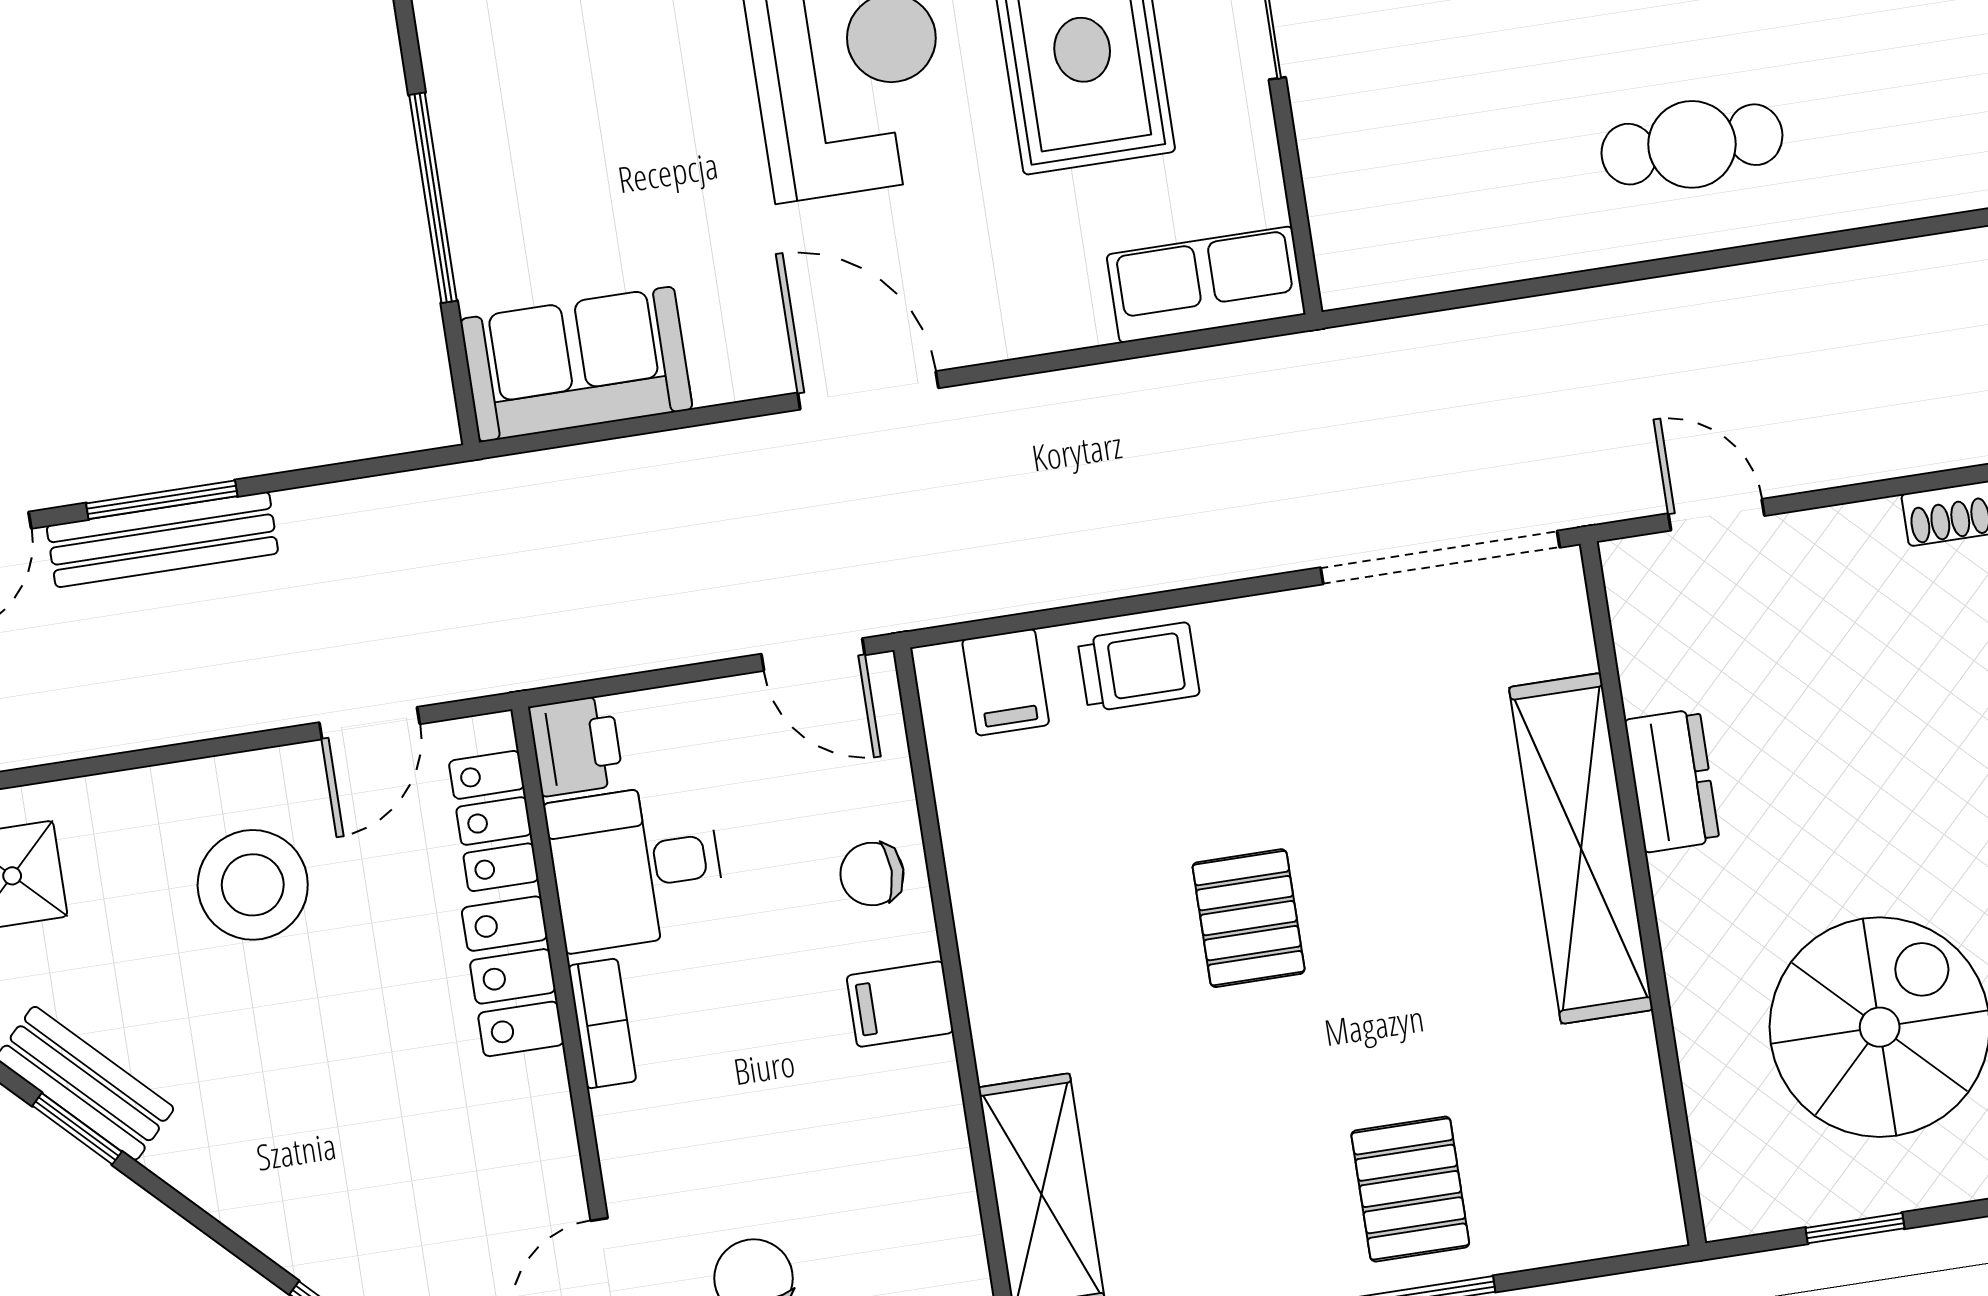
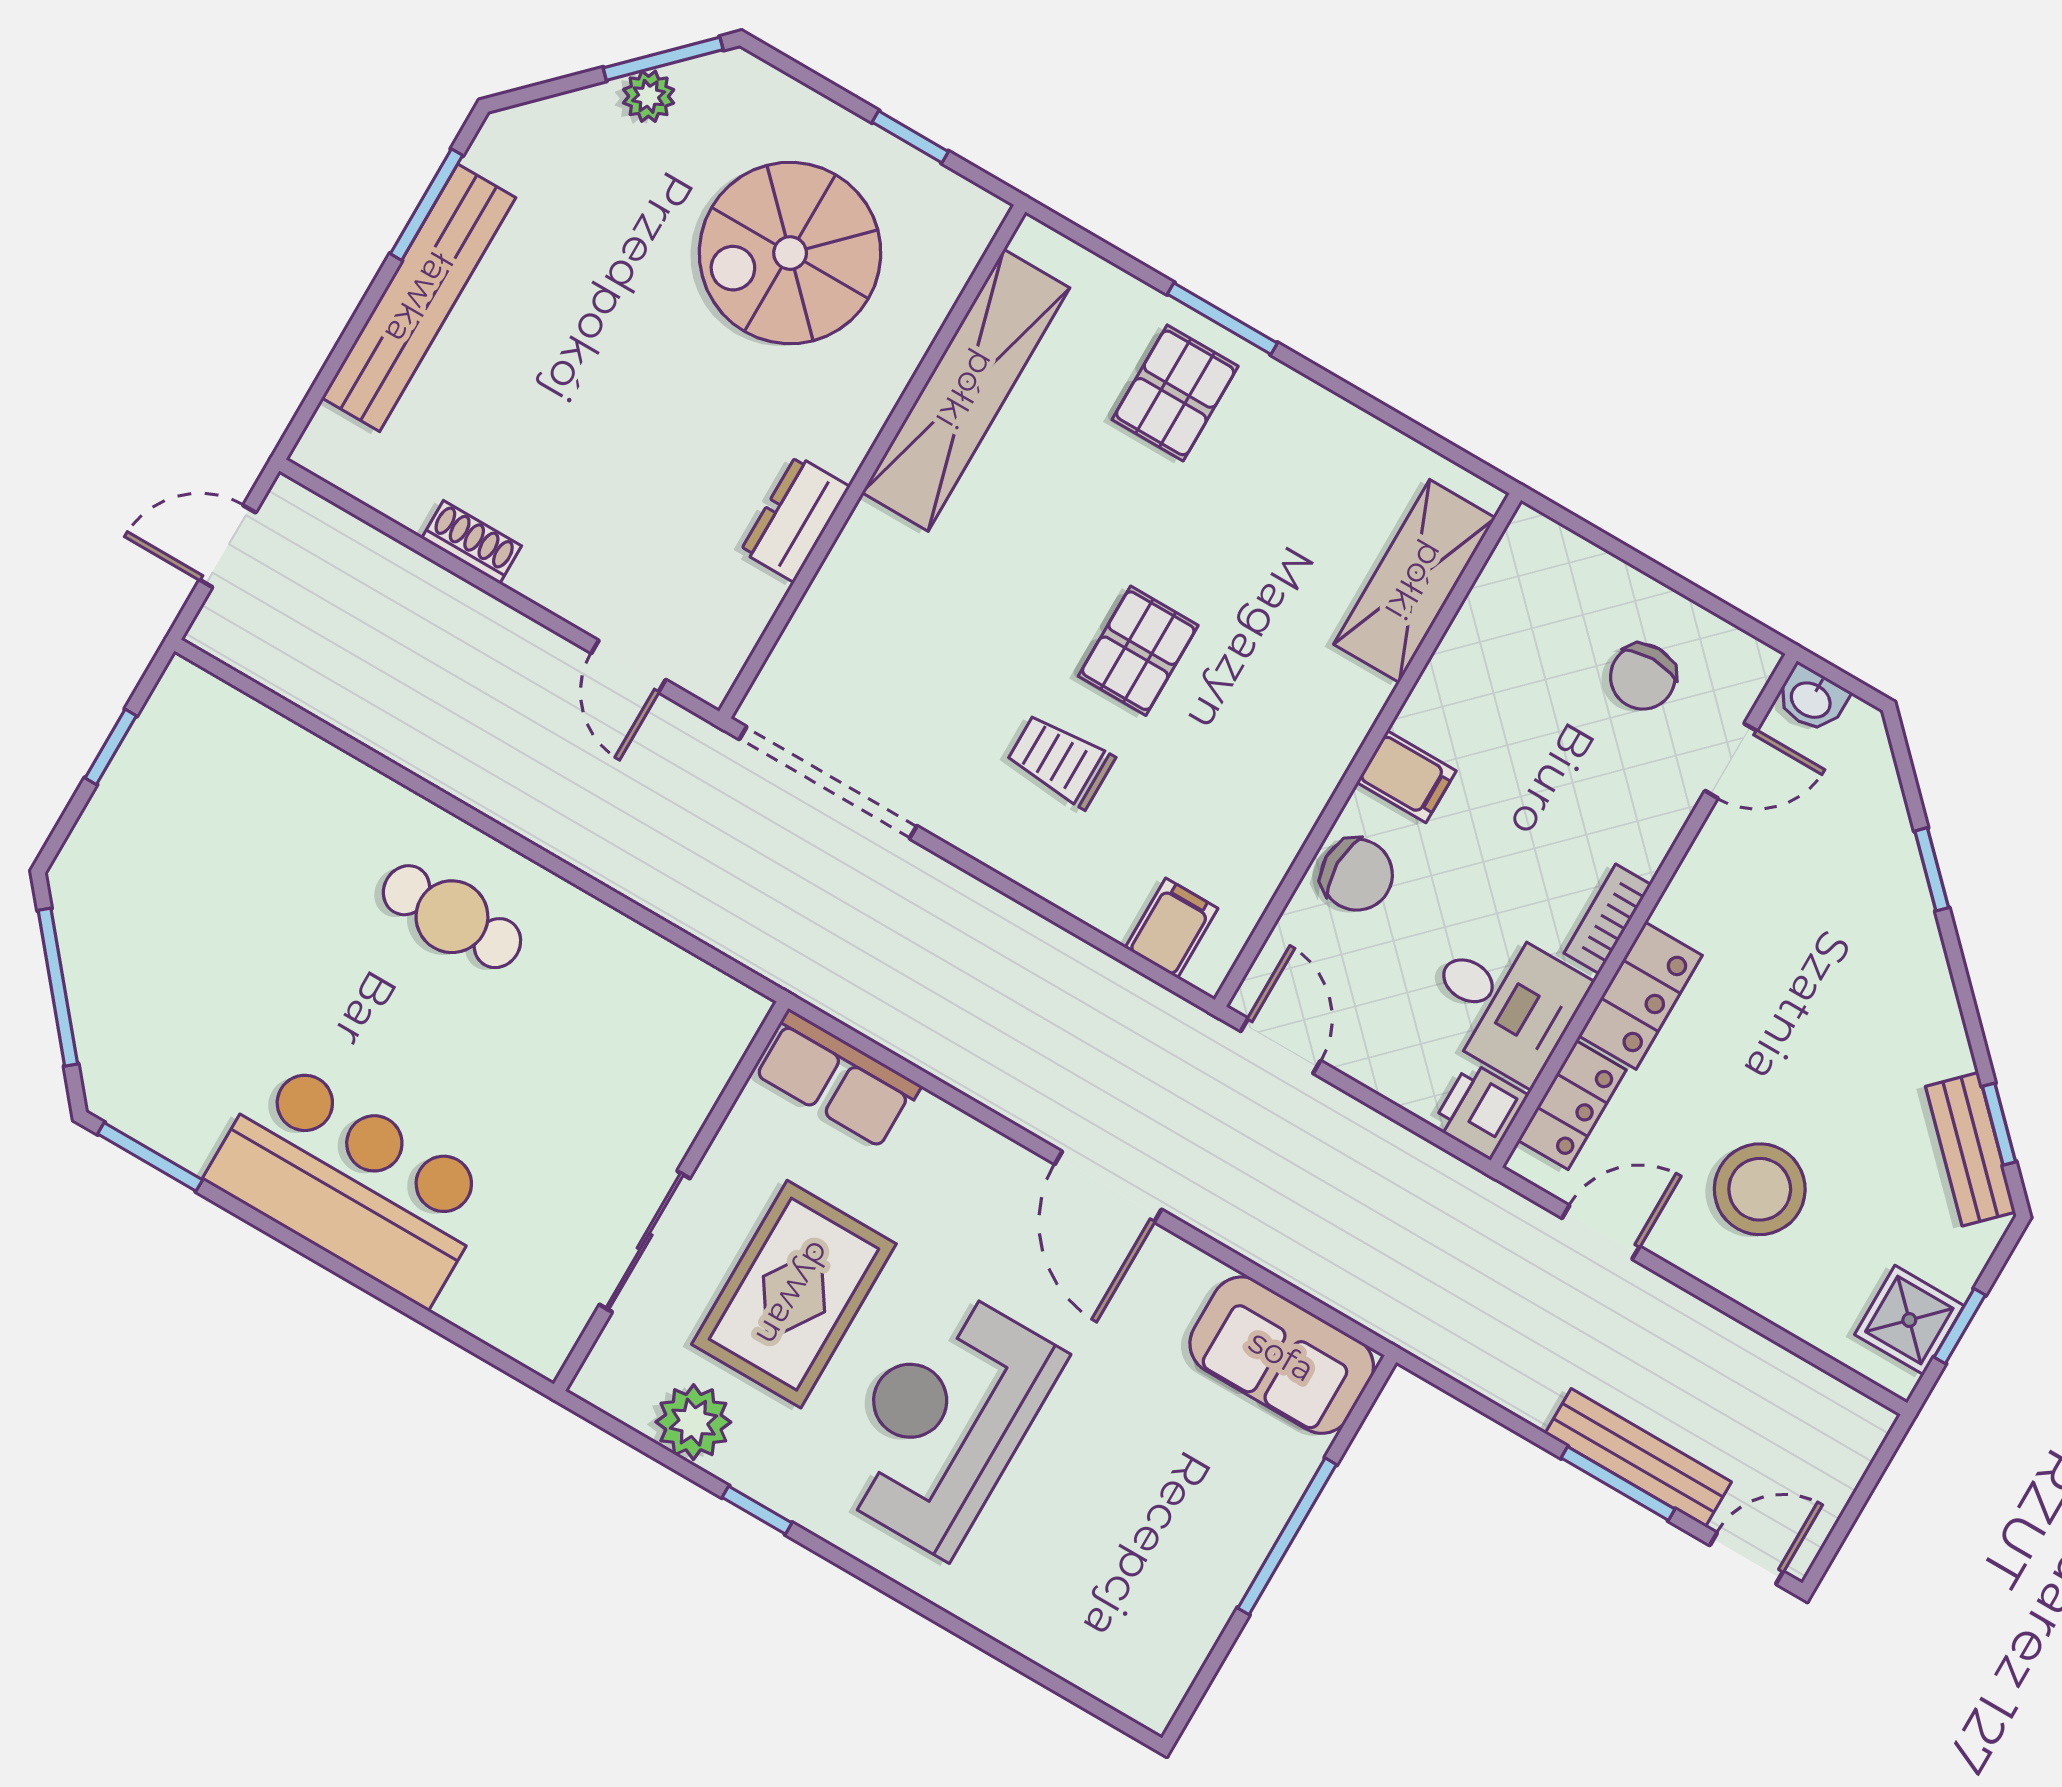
trolley: (1139, 667) -> (1060, 761), moved
shelving: (1581, 848) -> (966, 390), moved
chair: (872, 874) -> (1357, 875), width x1.37, depth x1.37

